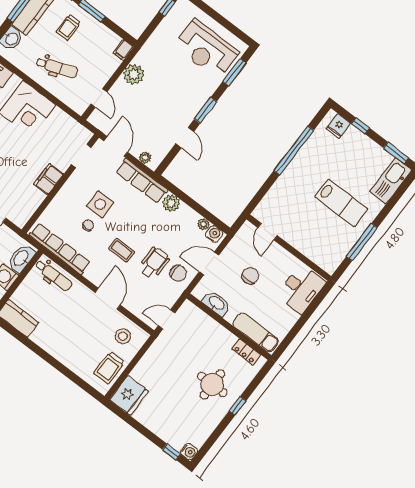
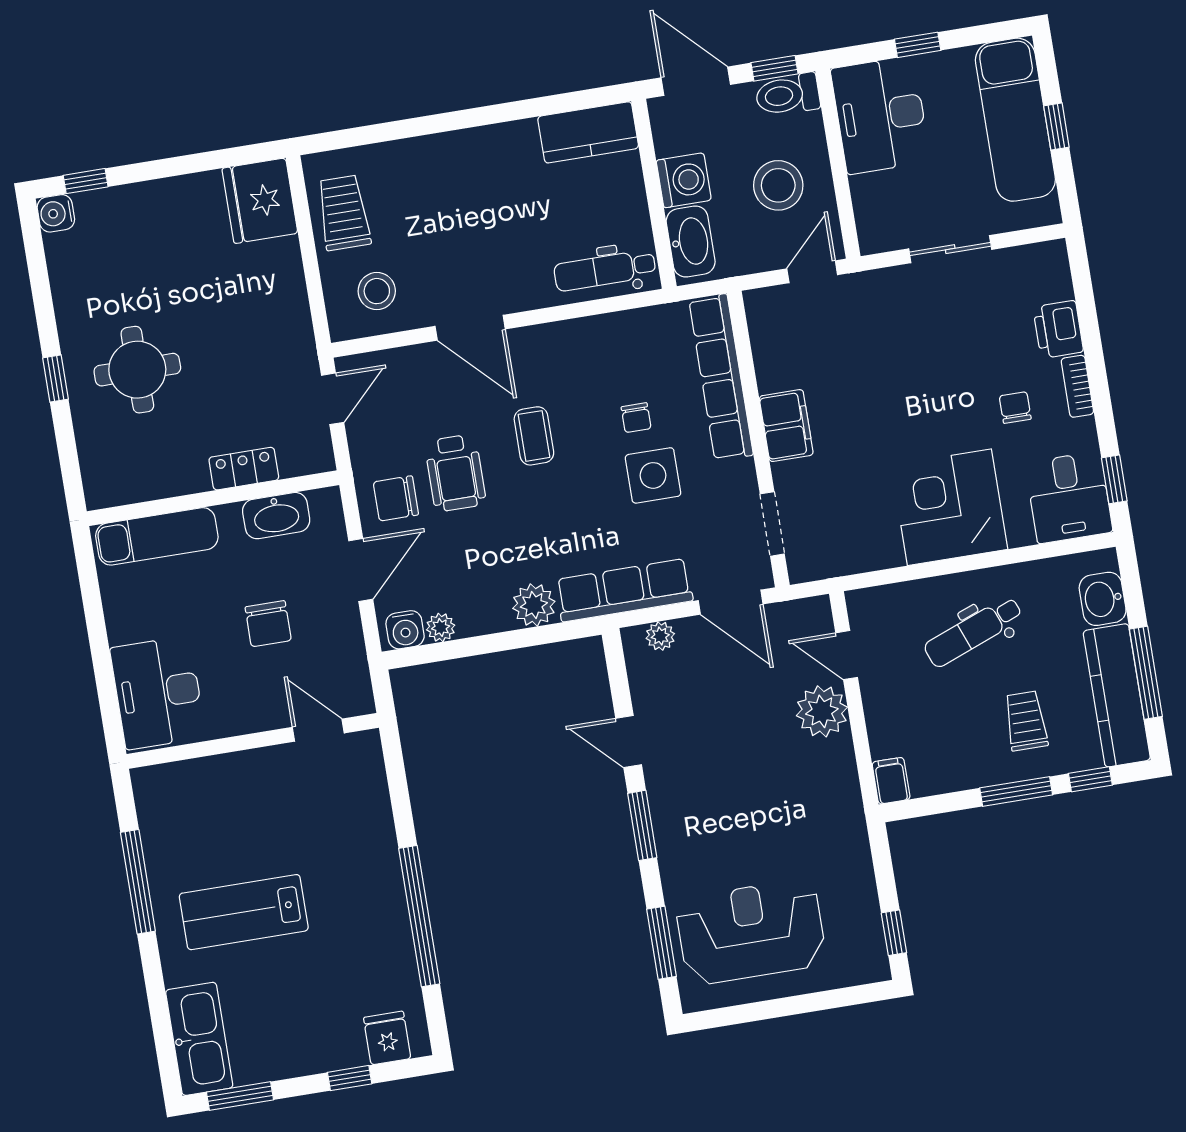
plant: (134, 74) -> (822, 711), moved
row of seats: (60, 249) -> (721, 377), moved, turned 90
coffee table: (122, 250) -> (534, 436), turned 90
locker: (246, 352) -> (244, 469), moved

